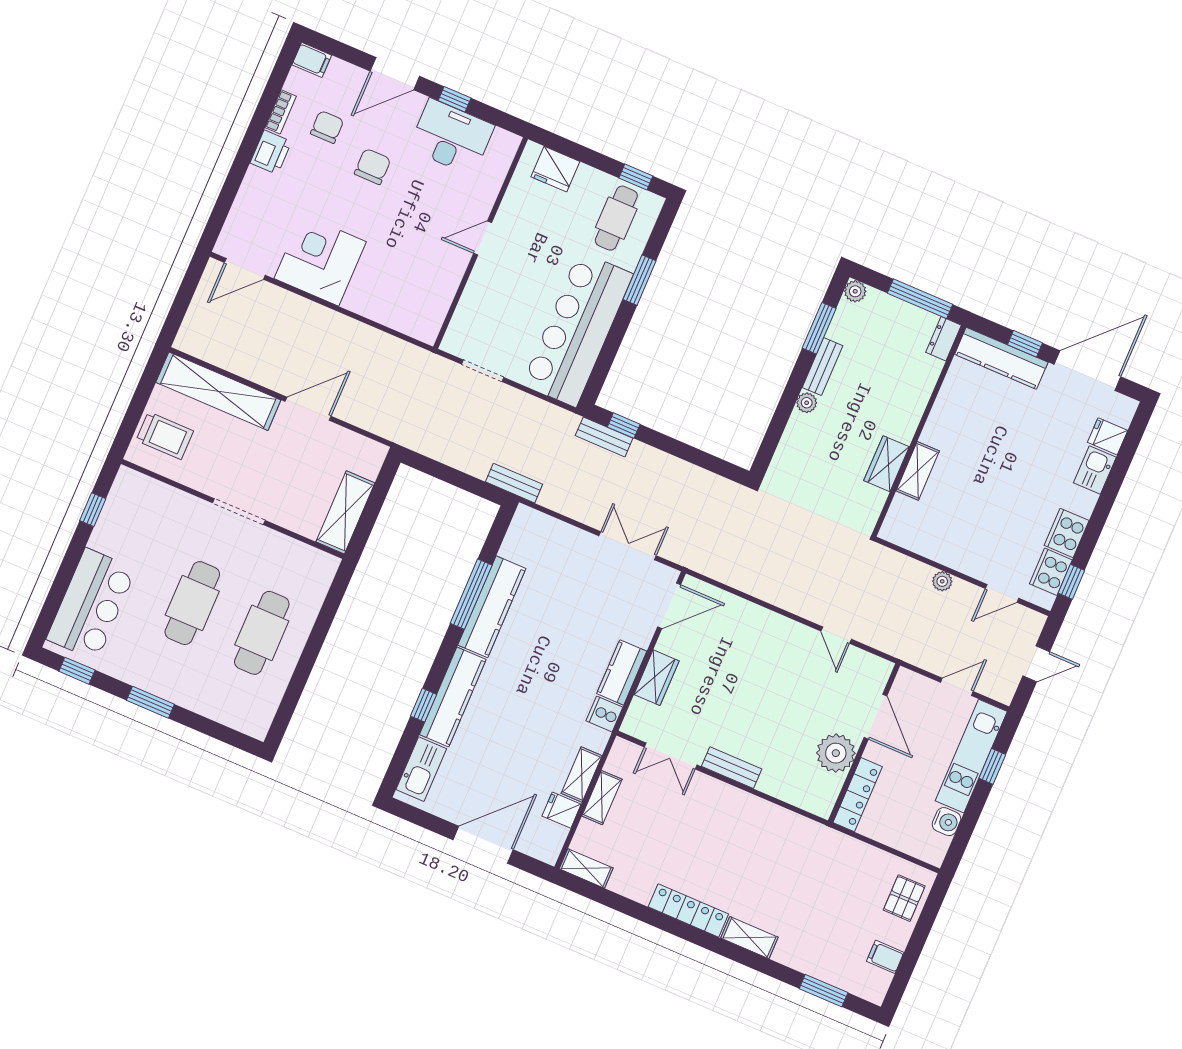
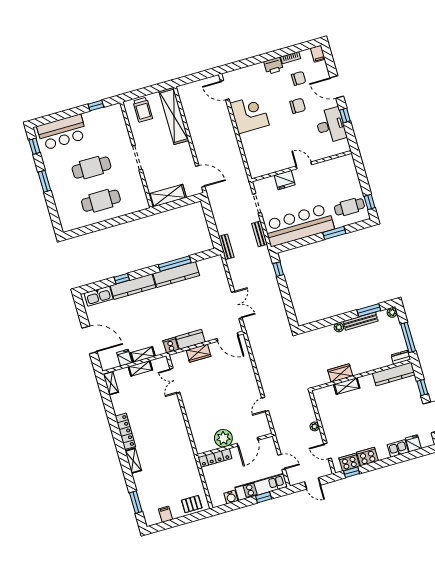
fridge: (555, 169) -> (285, 180), moved, turned -90
kitchen counter: (1001, 358) -> (394, 374), moved, turned -90
bench: (822, 367) -> (361, 321), width x1.36
door: (308, 409) -> (200, 176), moved
bench: (604, 437) -> (260, 234), moved
bench: (732, 768) -> (188, 406), removed

